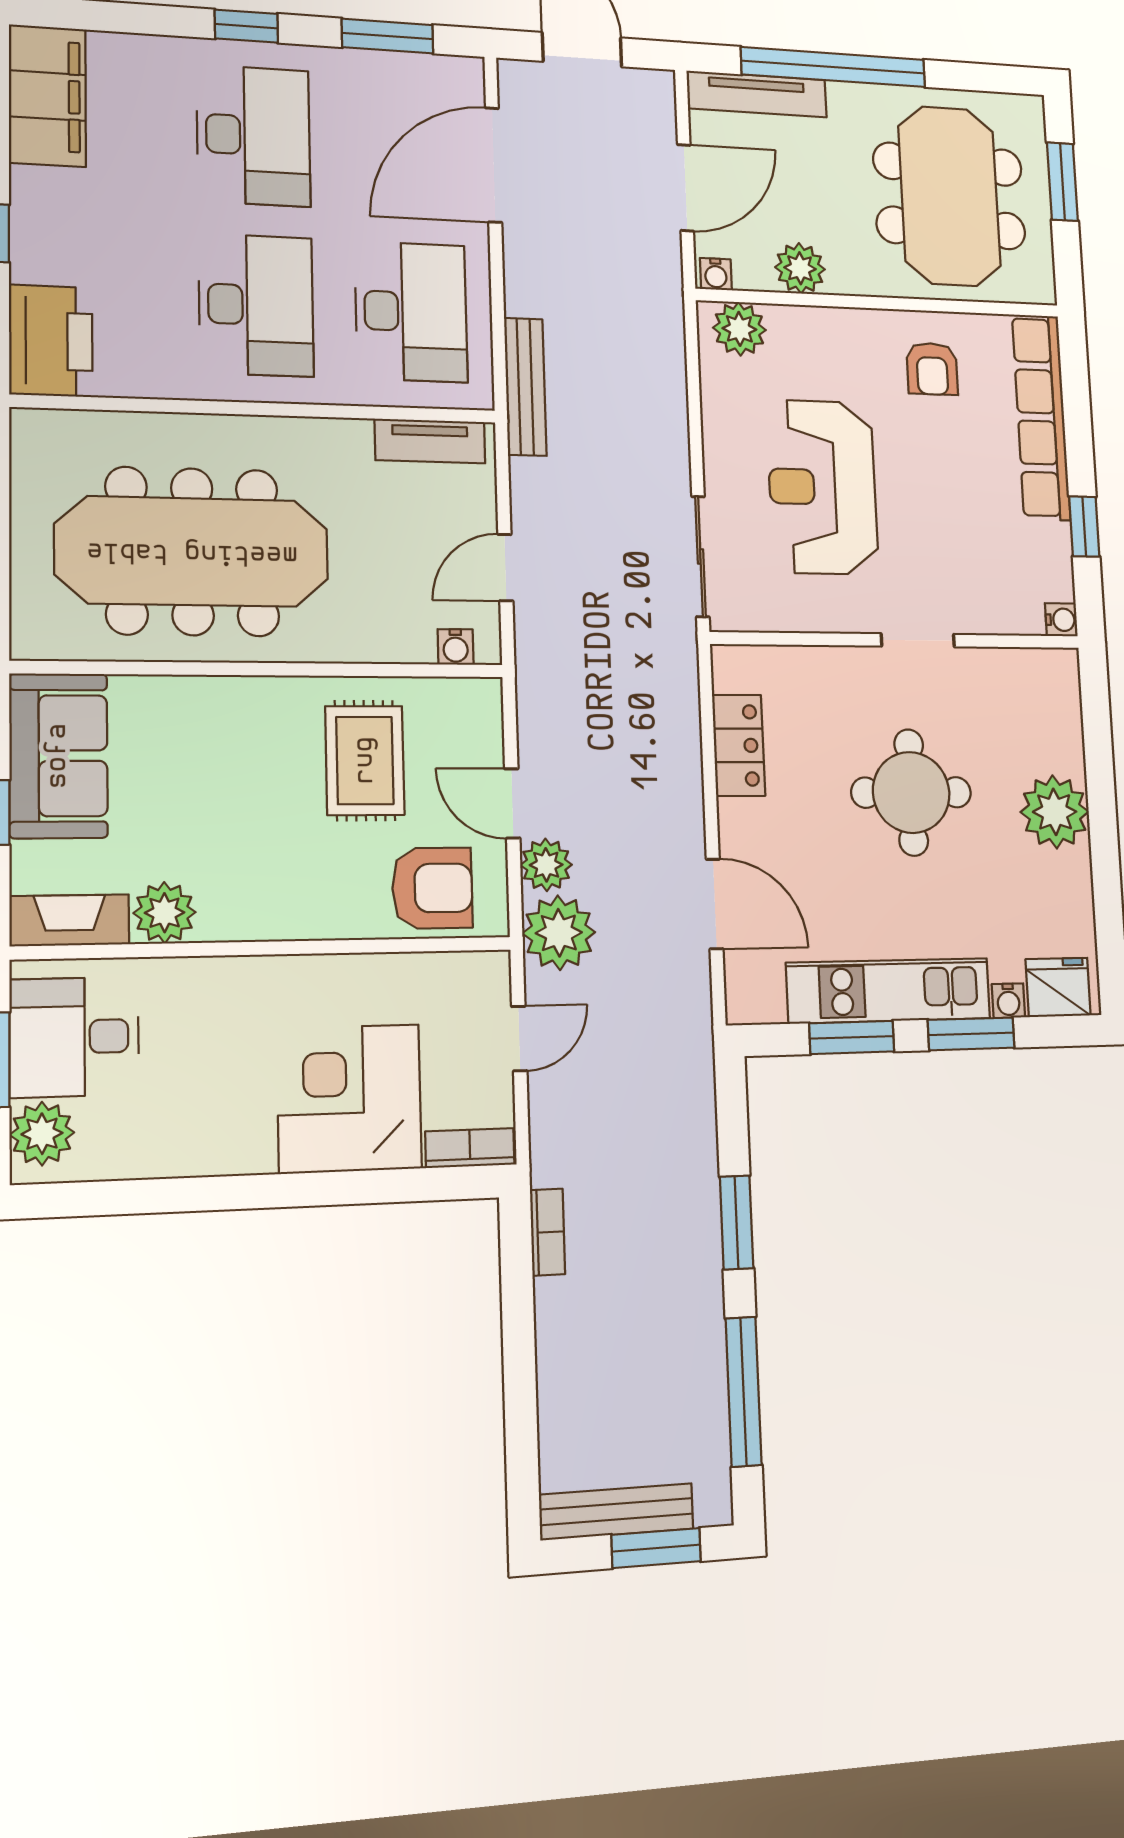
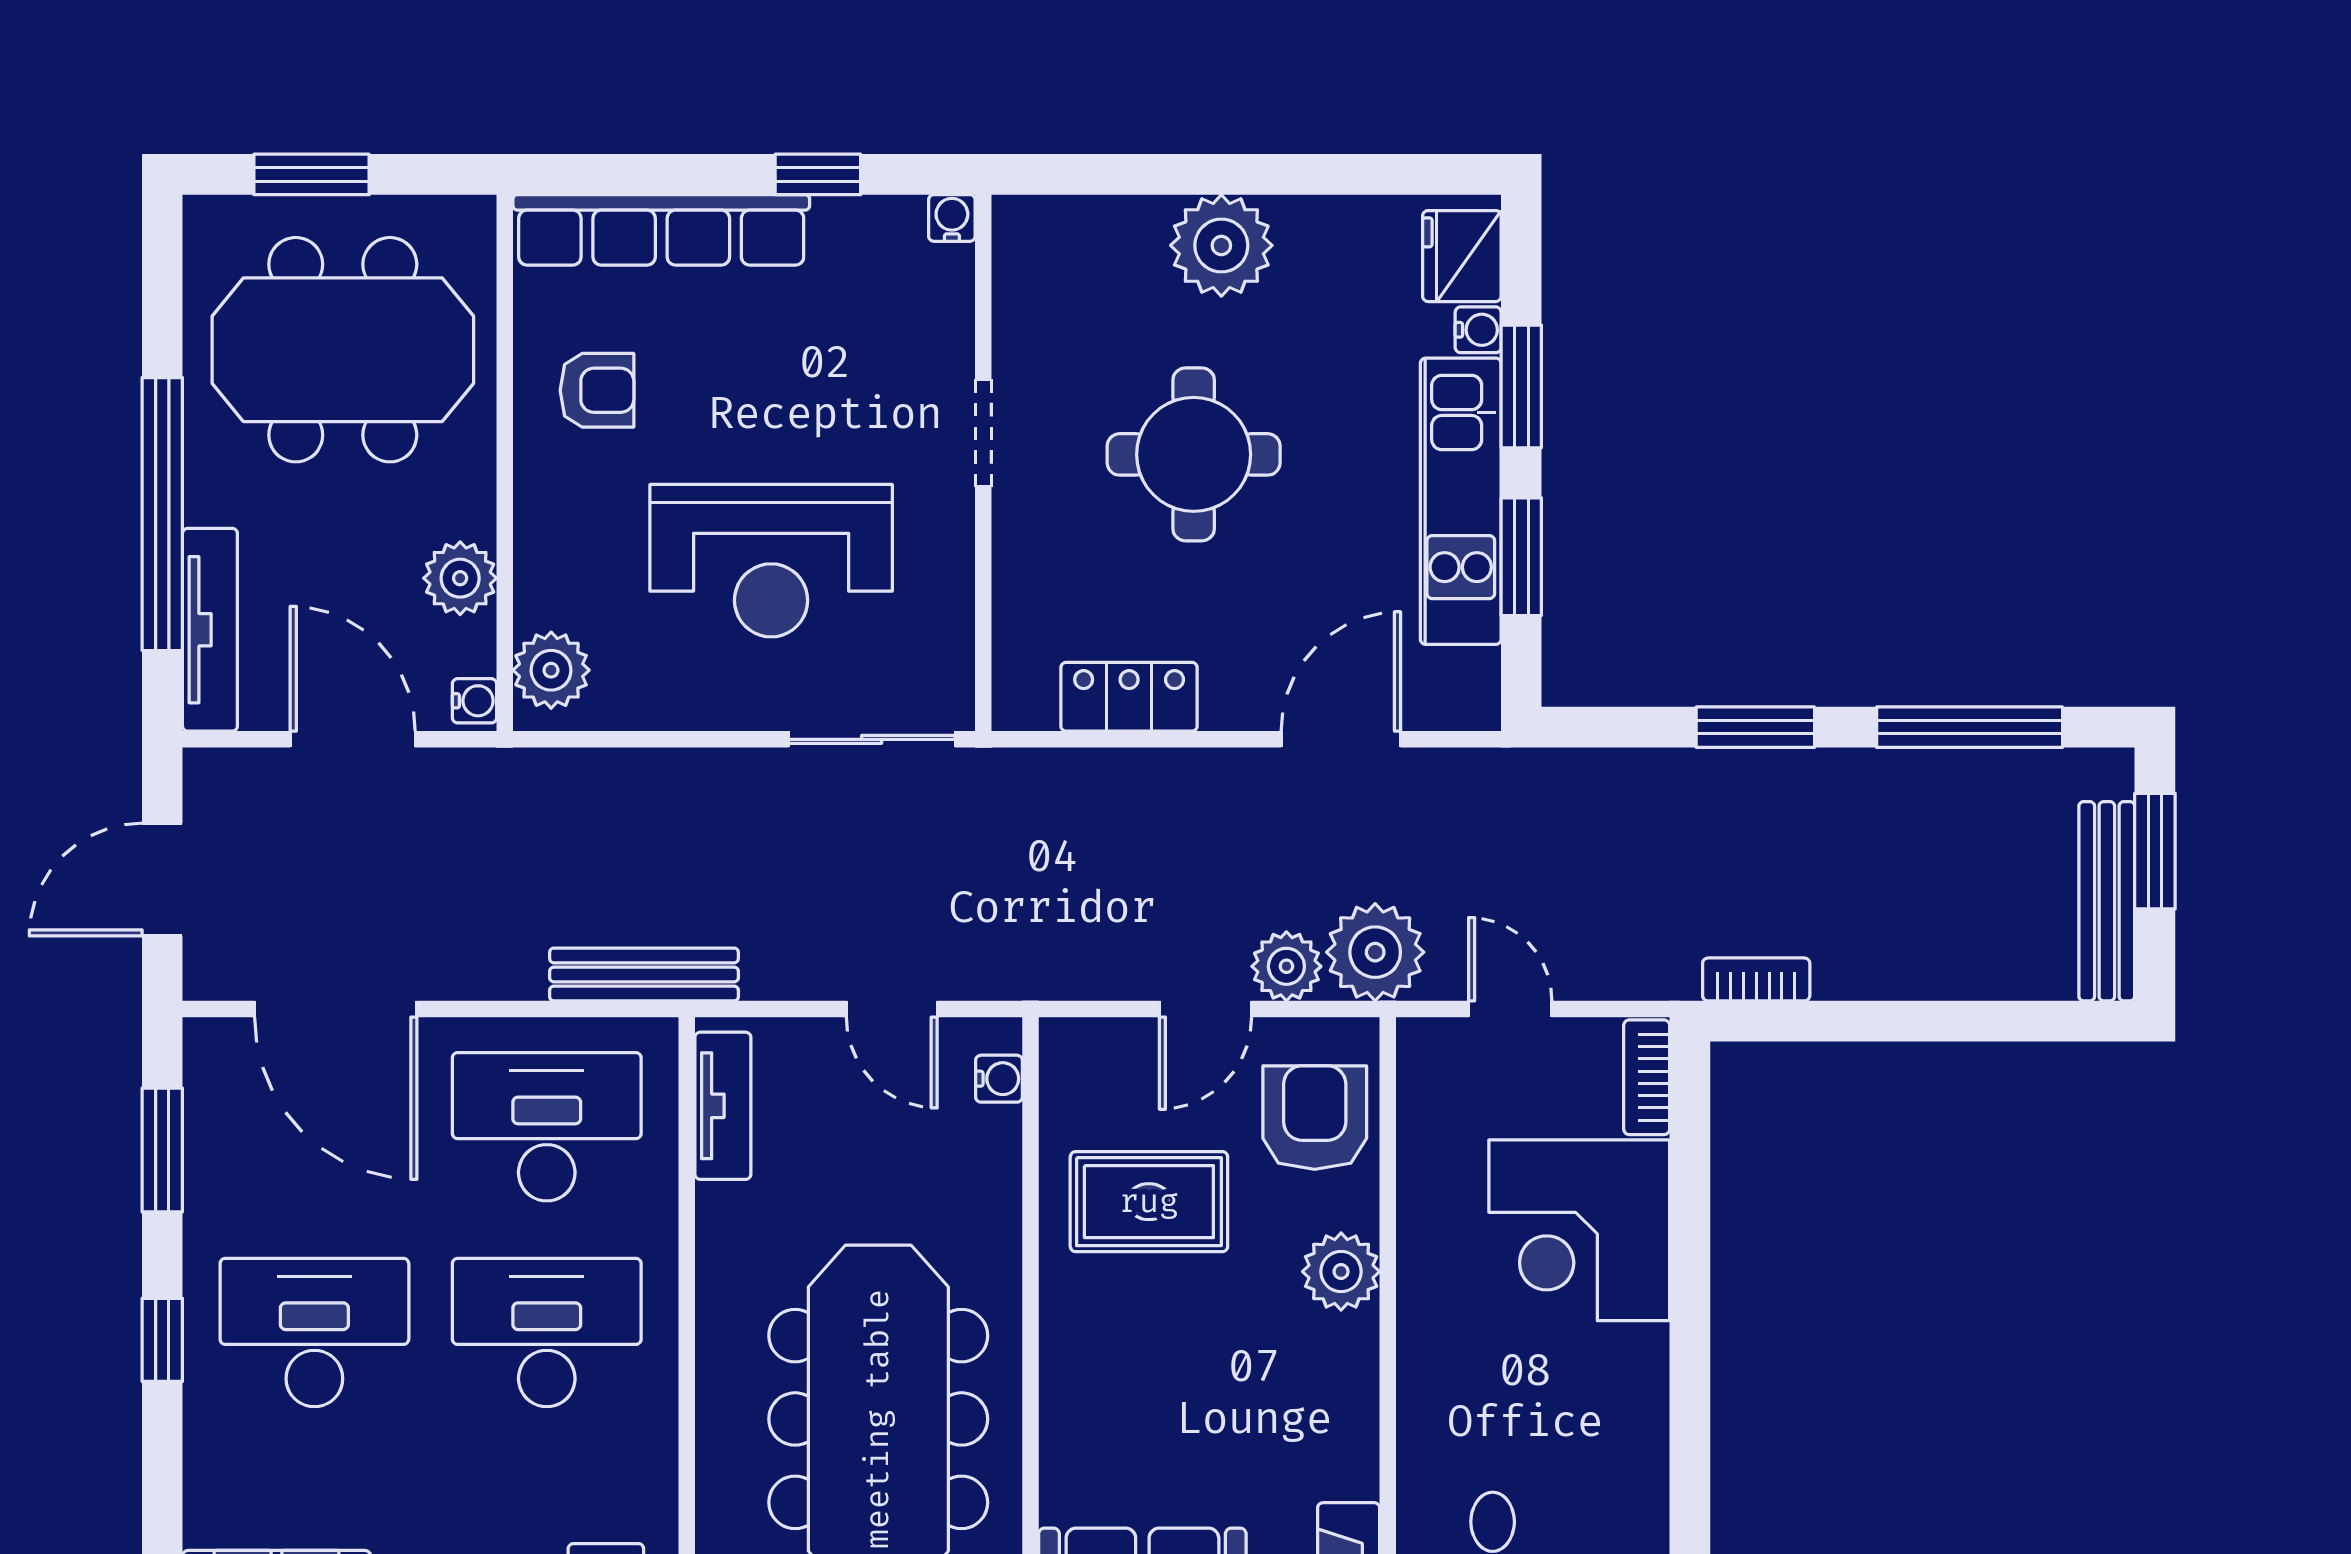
plant: (165, 913) -> (1341, 1272), moved

